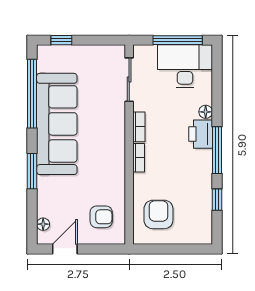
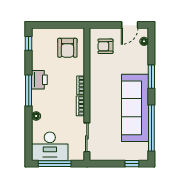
printer: (201, 134) -> (39, 80), moved
window: (217, 200) -> (29, 43), moved

